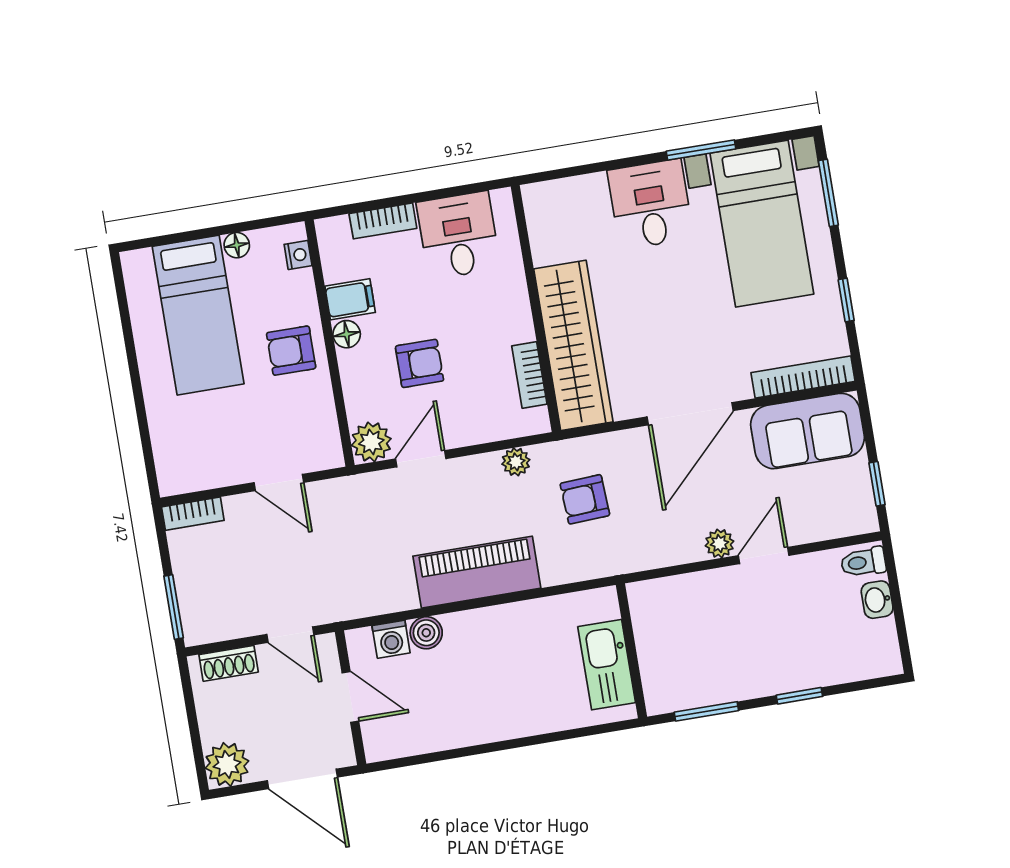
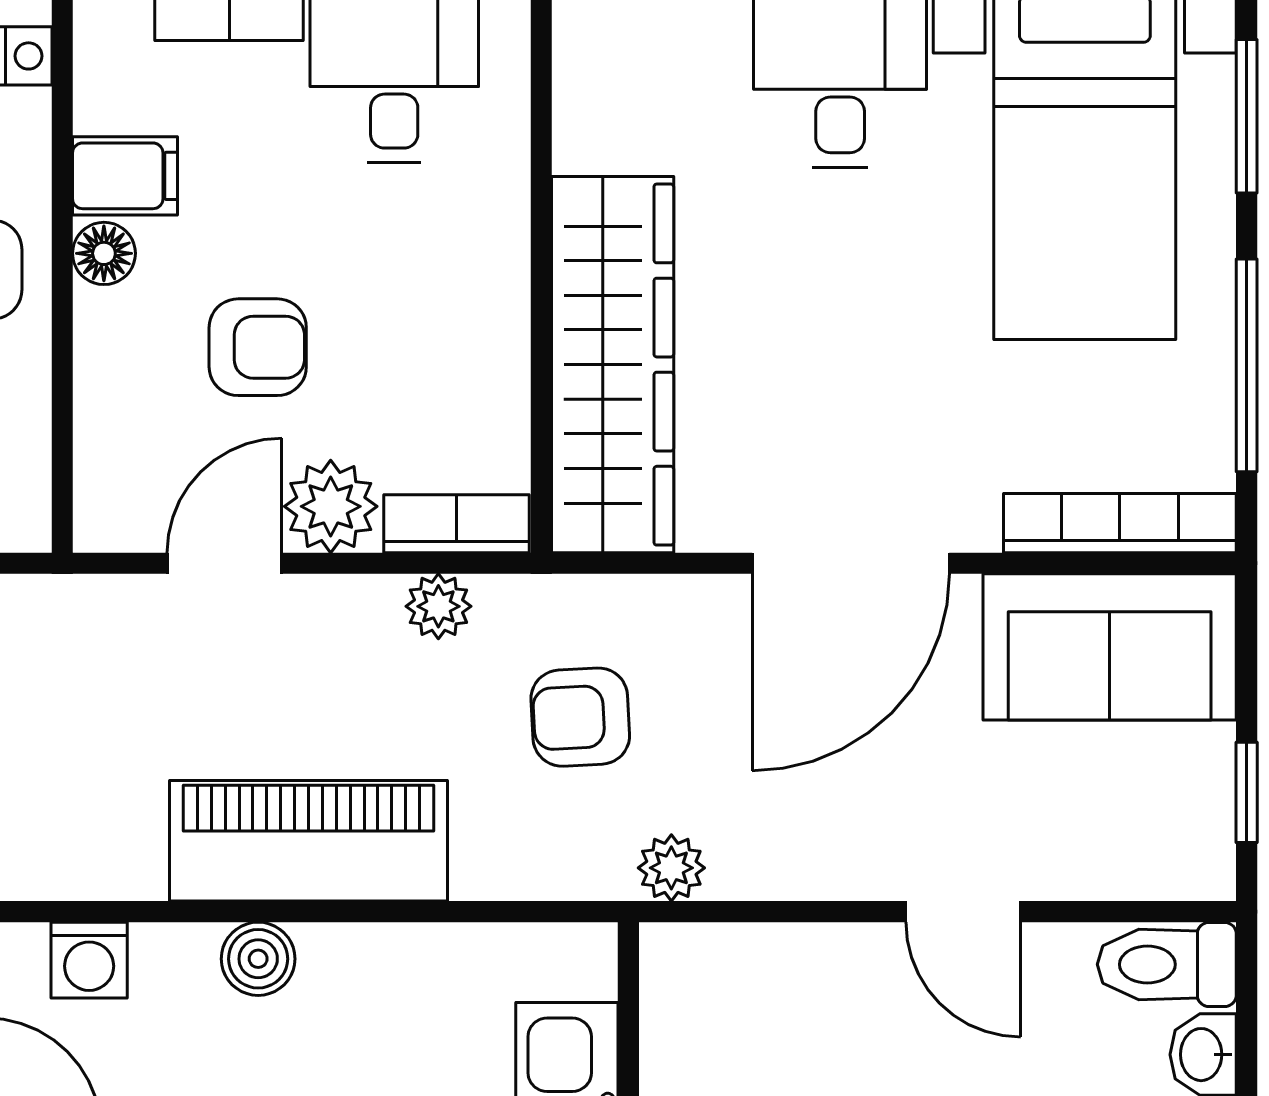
window: (846, 300) -> (1247, 365), width x2.17
bookcase: (529, 375) -> (457, 524), moved, turned 90
plant: (371, 442) -> (331, 506), moved
plant: (719, 543) -> (671, 868), moved
door: (764, 555) -> (963, 912), swing flipped
toilet: (863, 562) -> (1167, 964), width x1.37, depth x1.39
boiler: (426, 633) -> (258, 959), moved

